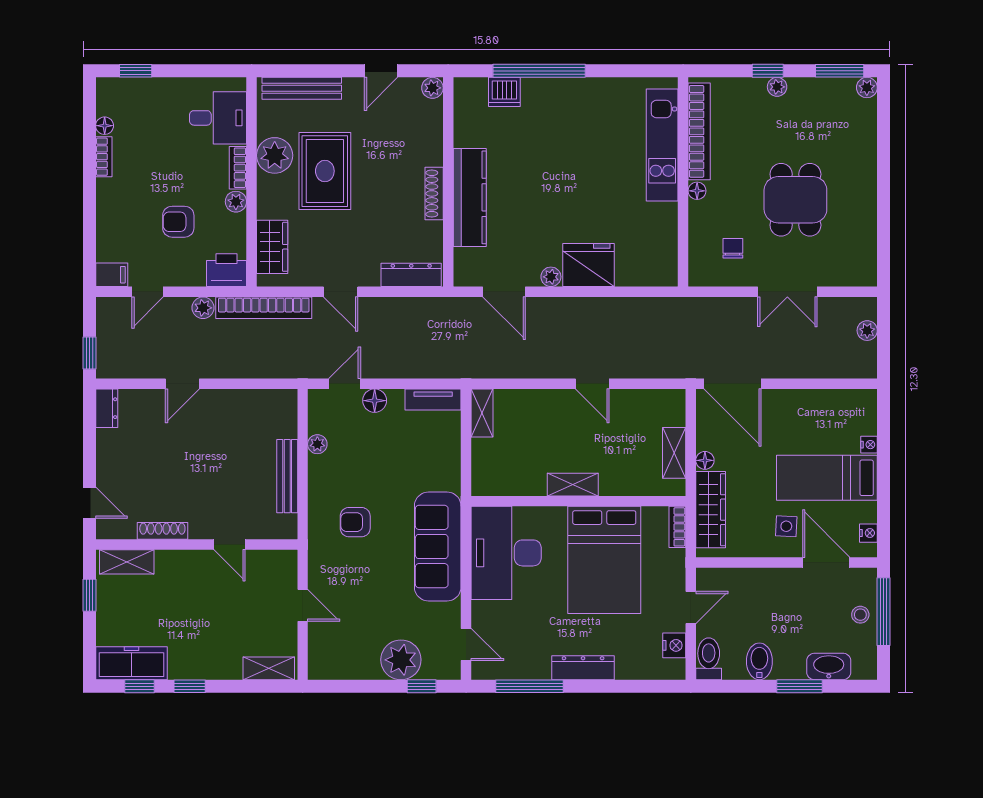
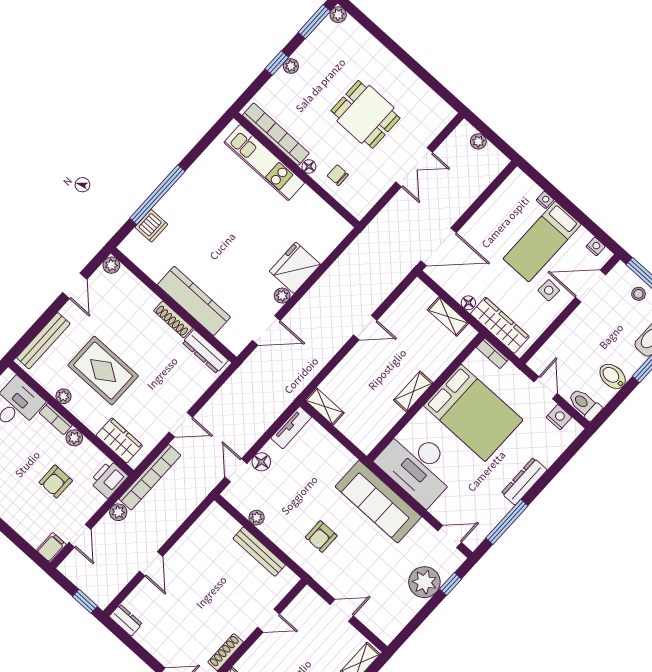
plant: (275, 155) -> (63, 396), width x0.53, depth x0.53
chair: (733, 248) -> (338, 175), moved
dresser: (411, 275) -> (205, 351), moved, turned -90

